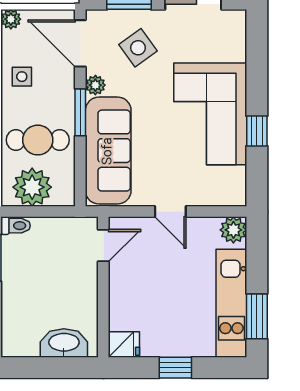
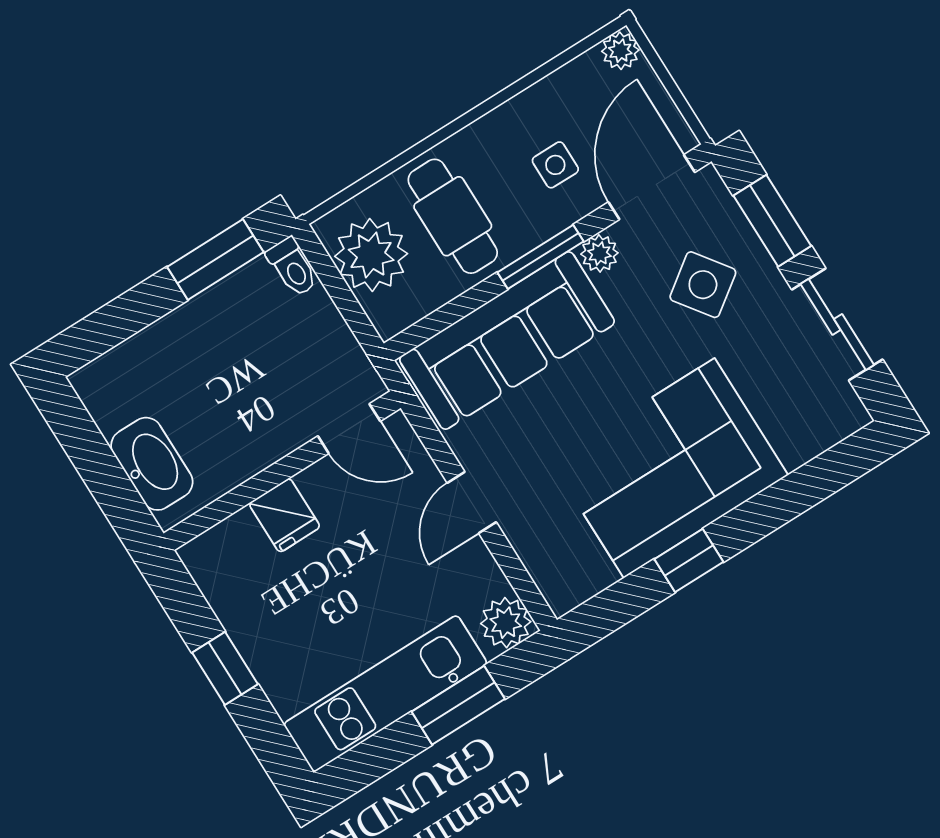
side table: (22, 77) -> (555, 165), moved
window: (257, 316) -> (458, 705), moved
fridge: (124, 345) -> (285, 515), moved

